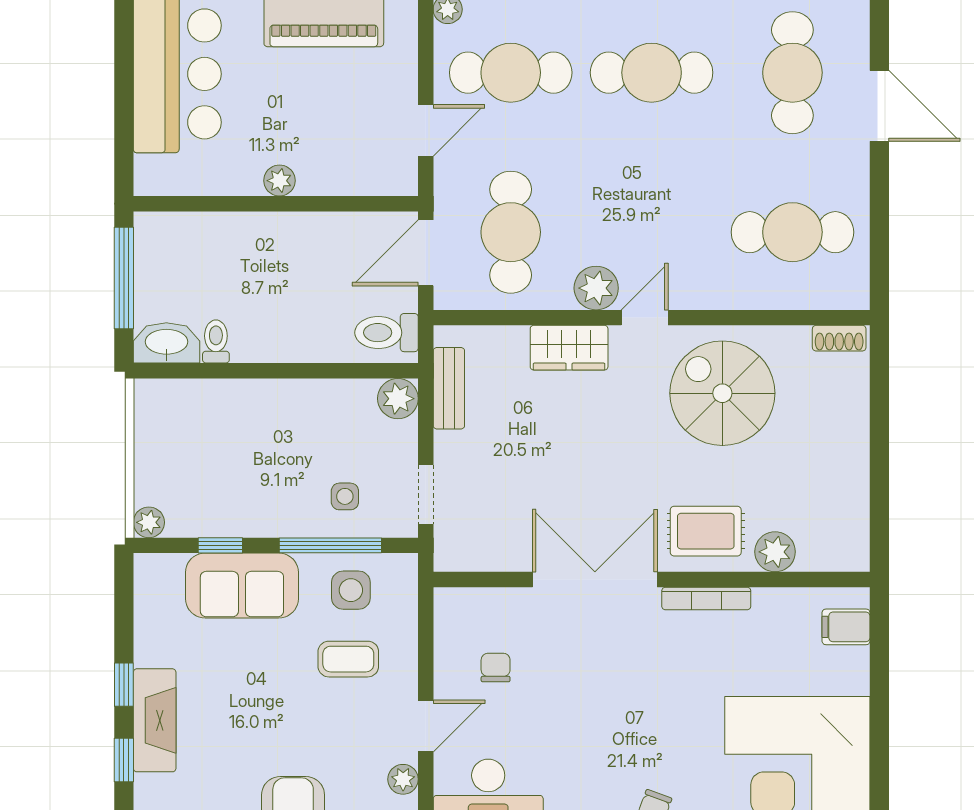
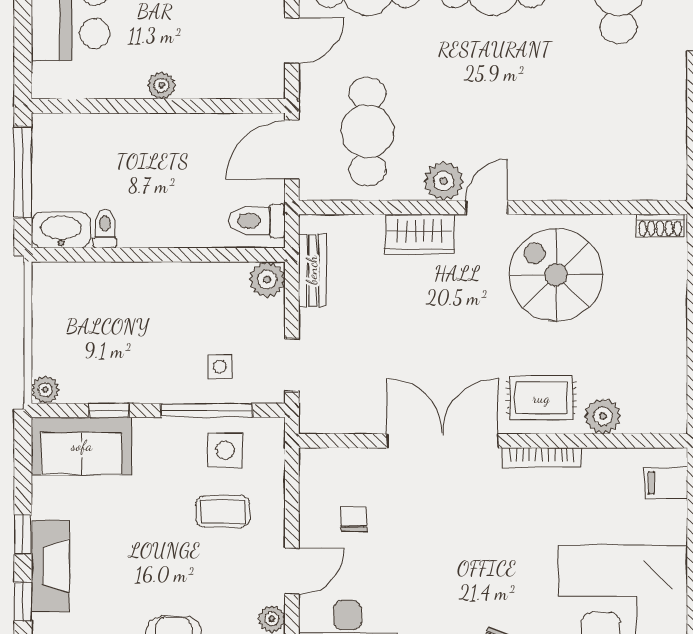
cafe table: (792, 232) -> (619, 131), removed
sofa: (242, 586) -> (82, 446), moved

